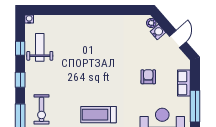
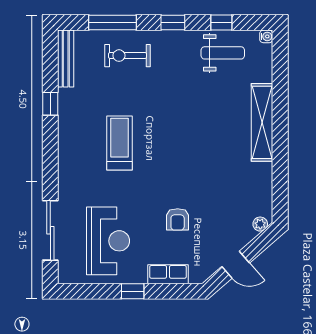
shelving: (85, 22) -> (262, 122), added
water cooler: (158, 32) -> (246, 234), removed
armchair: (148, 77) -> (178, 219), turned 90
window: (195, 106) -> (133, 291), width x0.46

